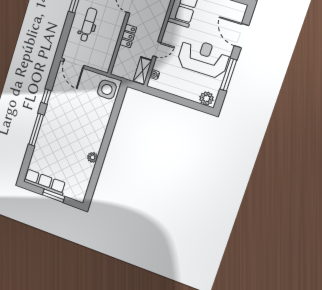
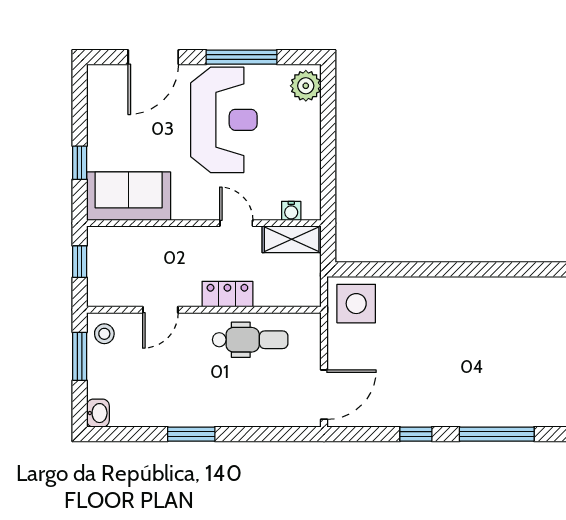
dental chair: (88, 25) -> (250, 340), moved, turned 180
reception desk: (203, 58) -> (224, 120), turned 180
plant: (93, 157) -> (514, 288), removed

